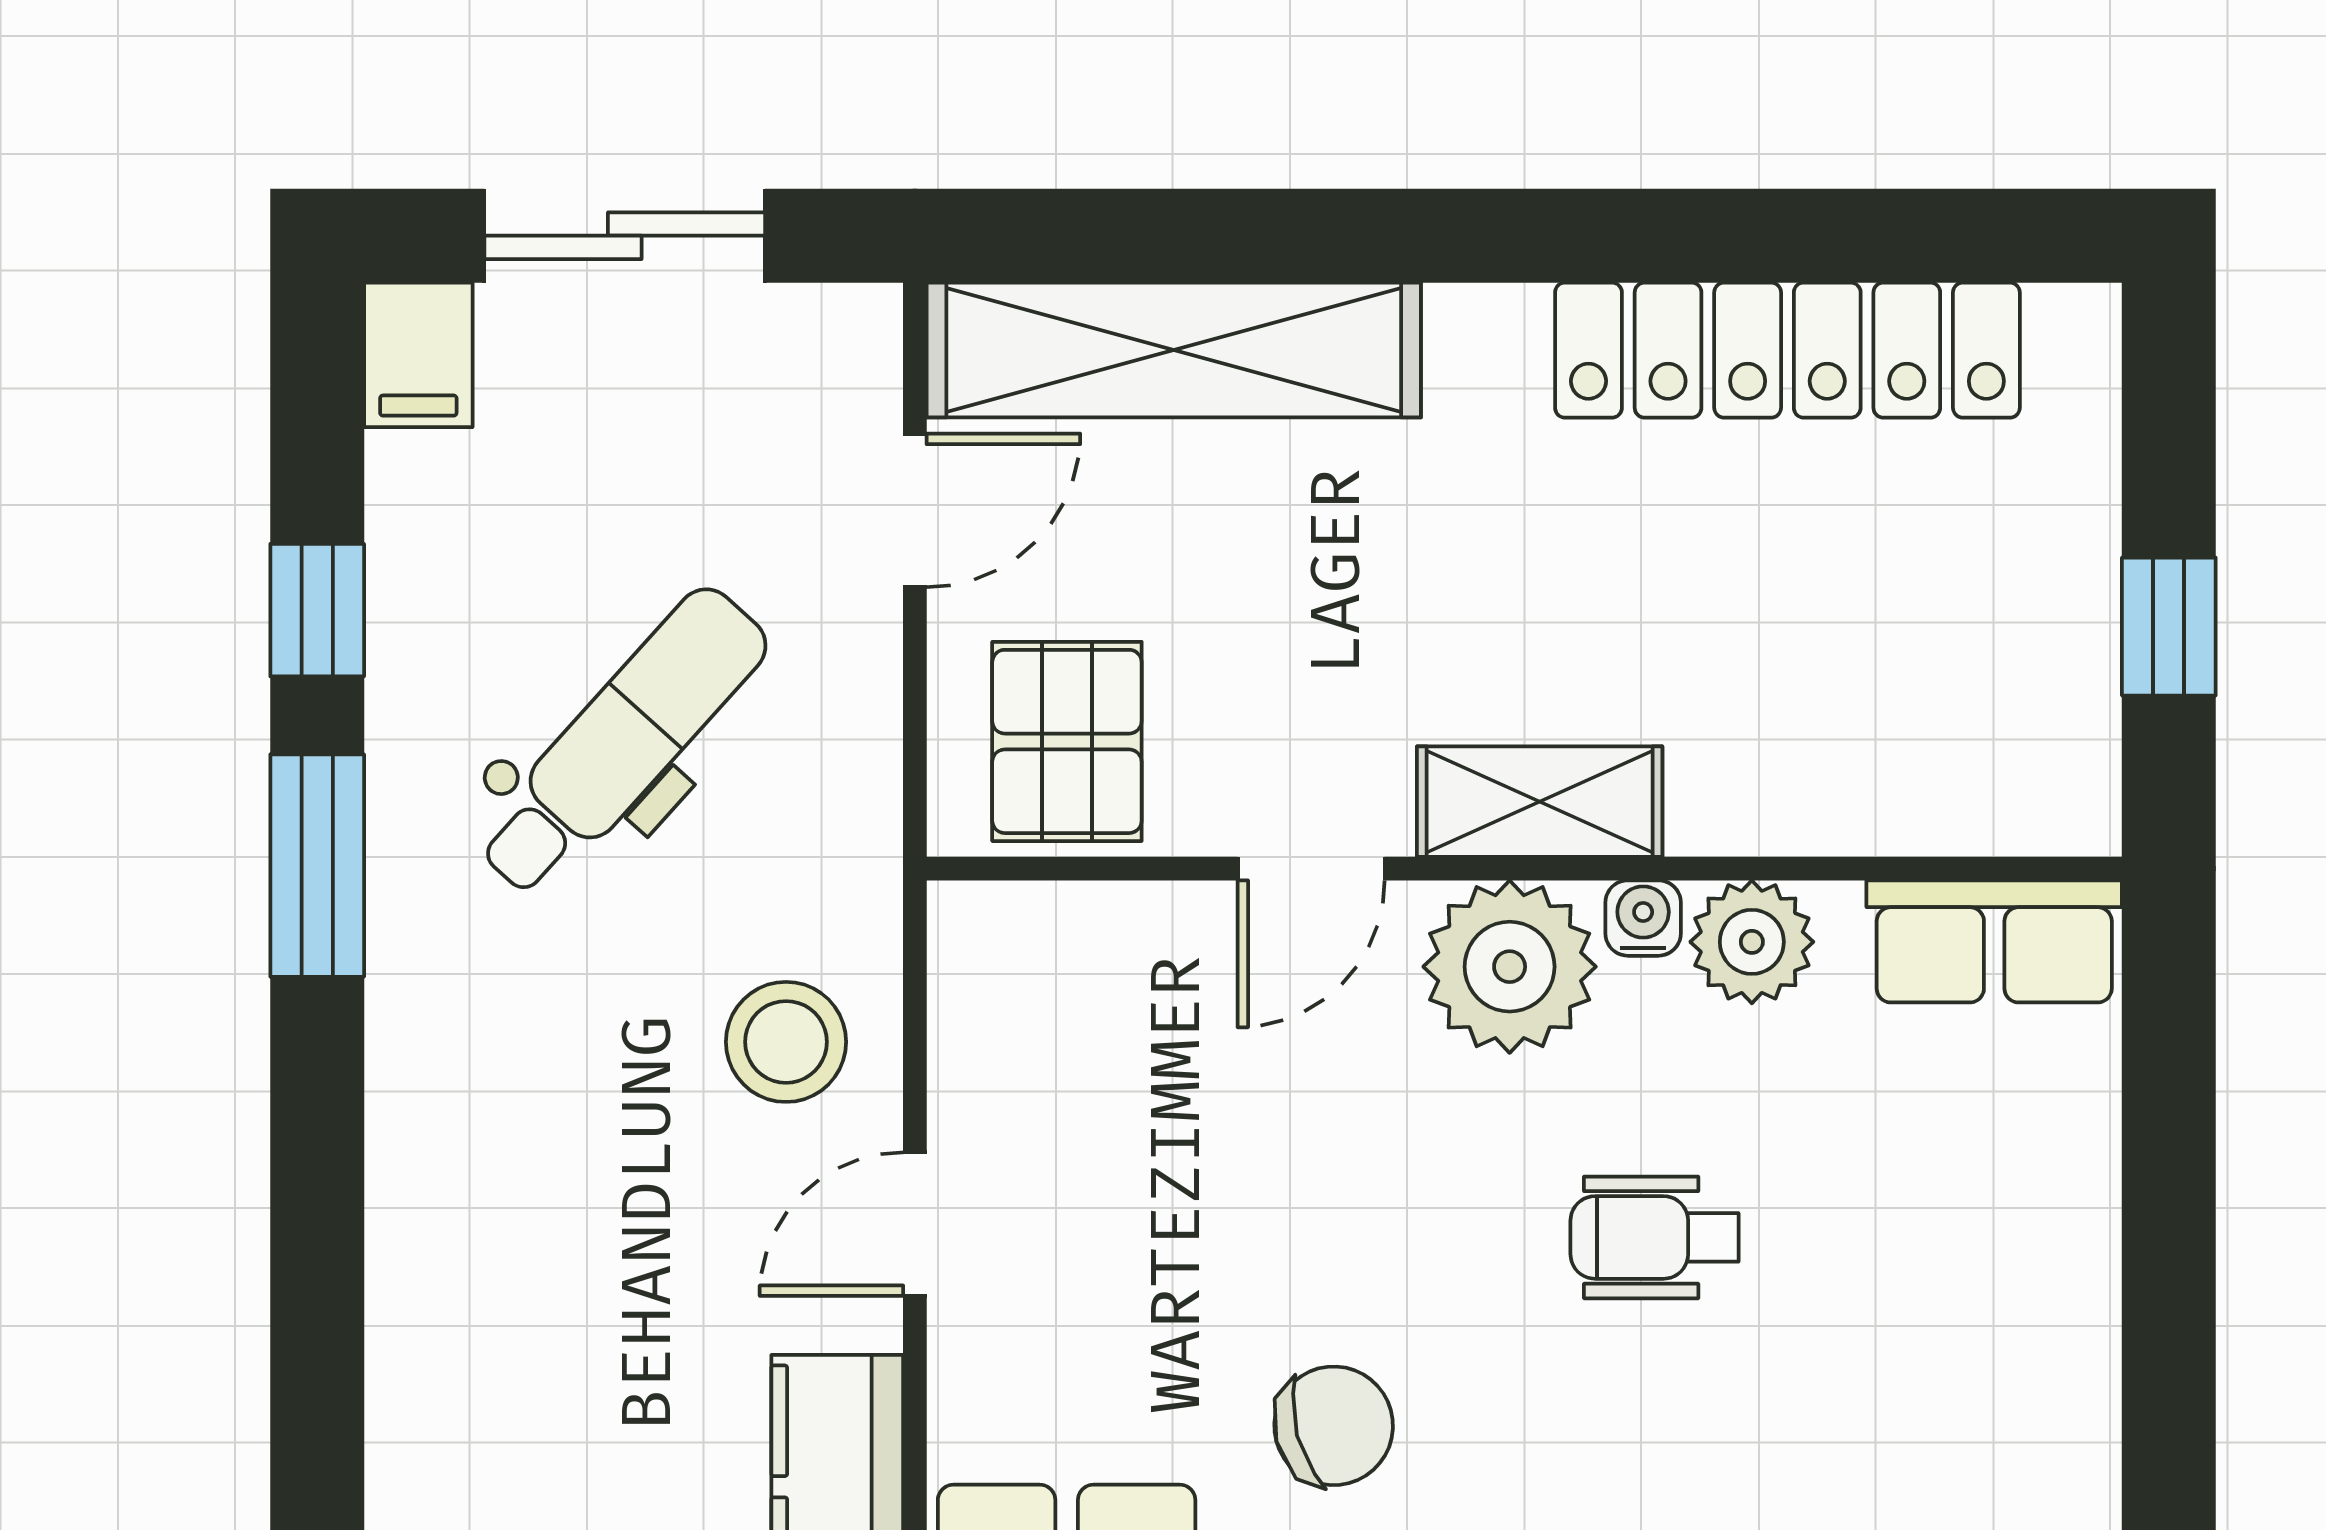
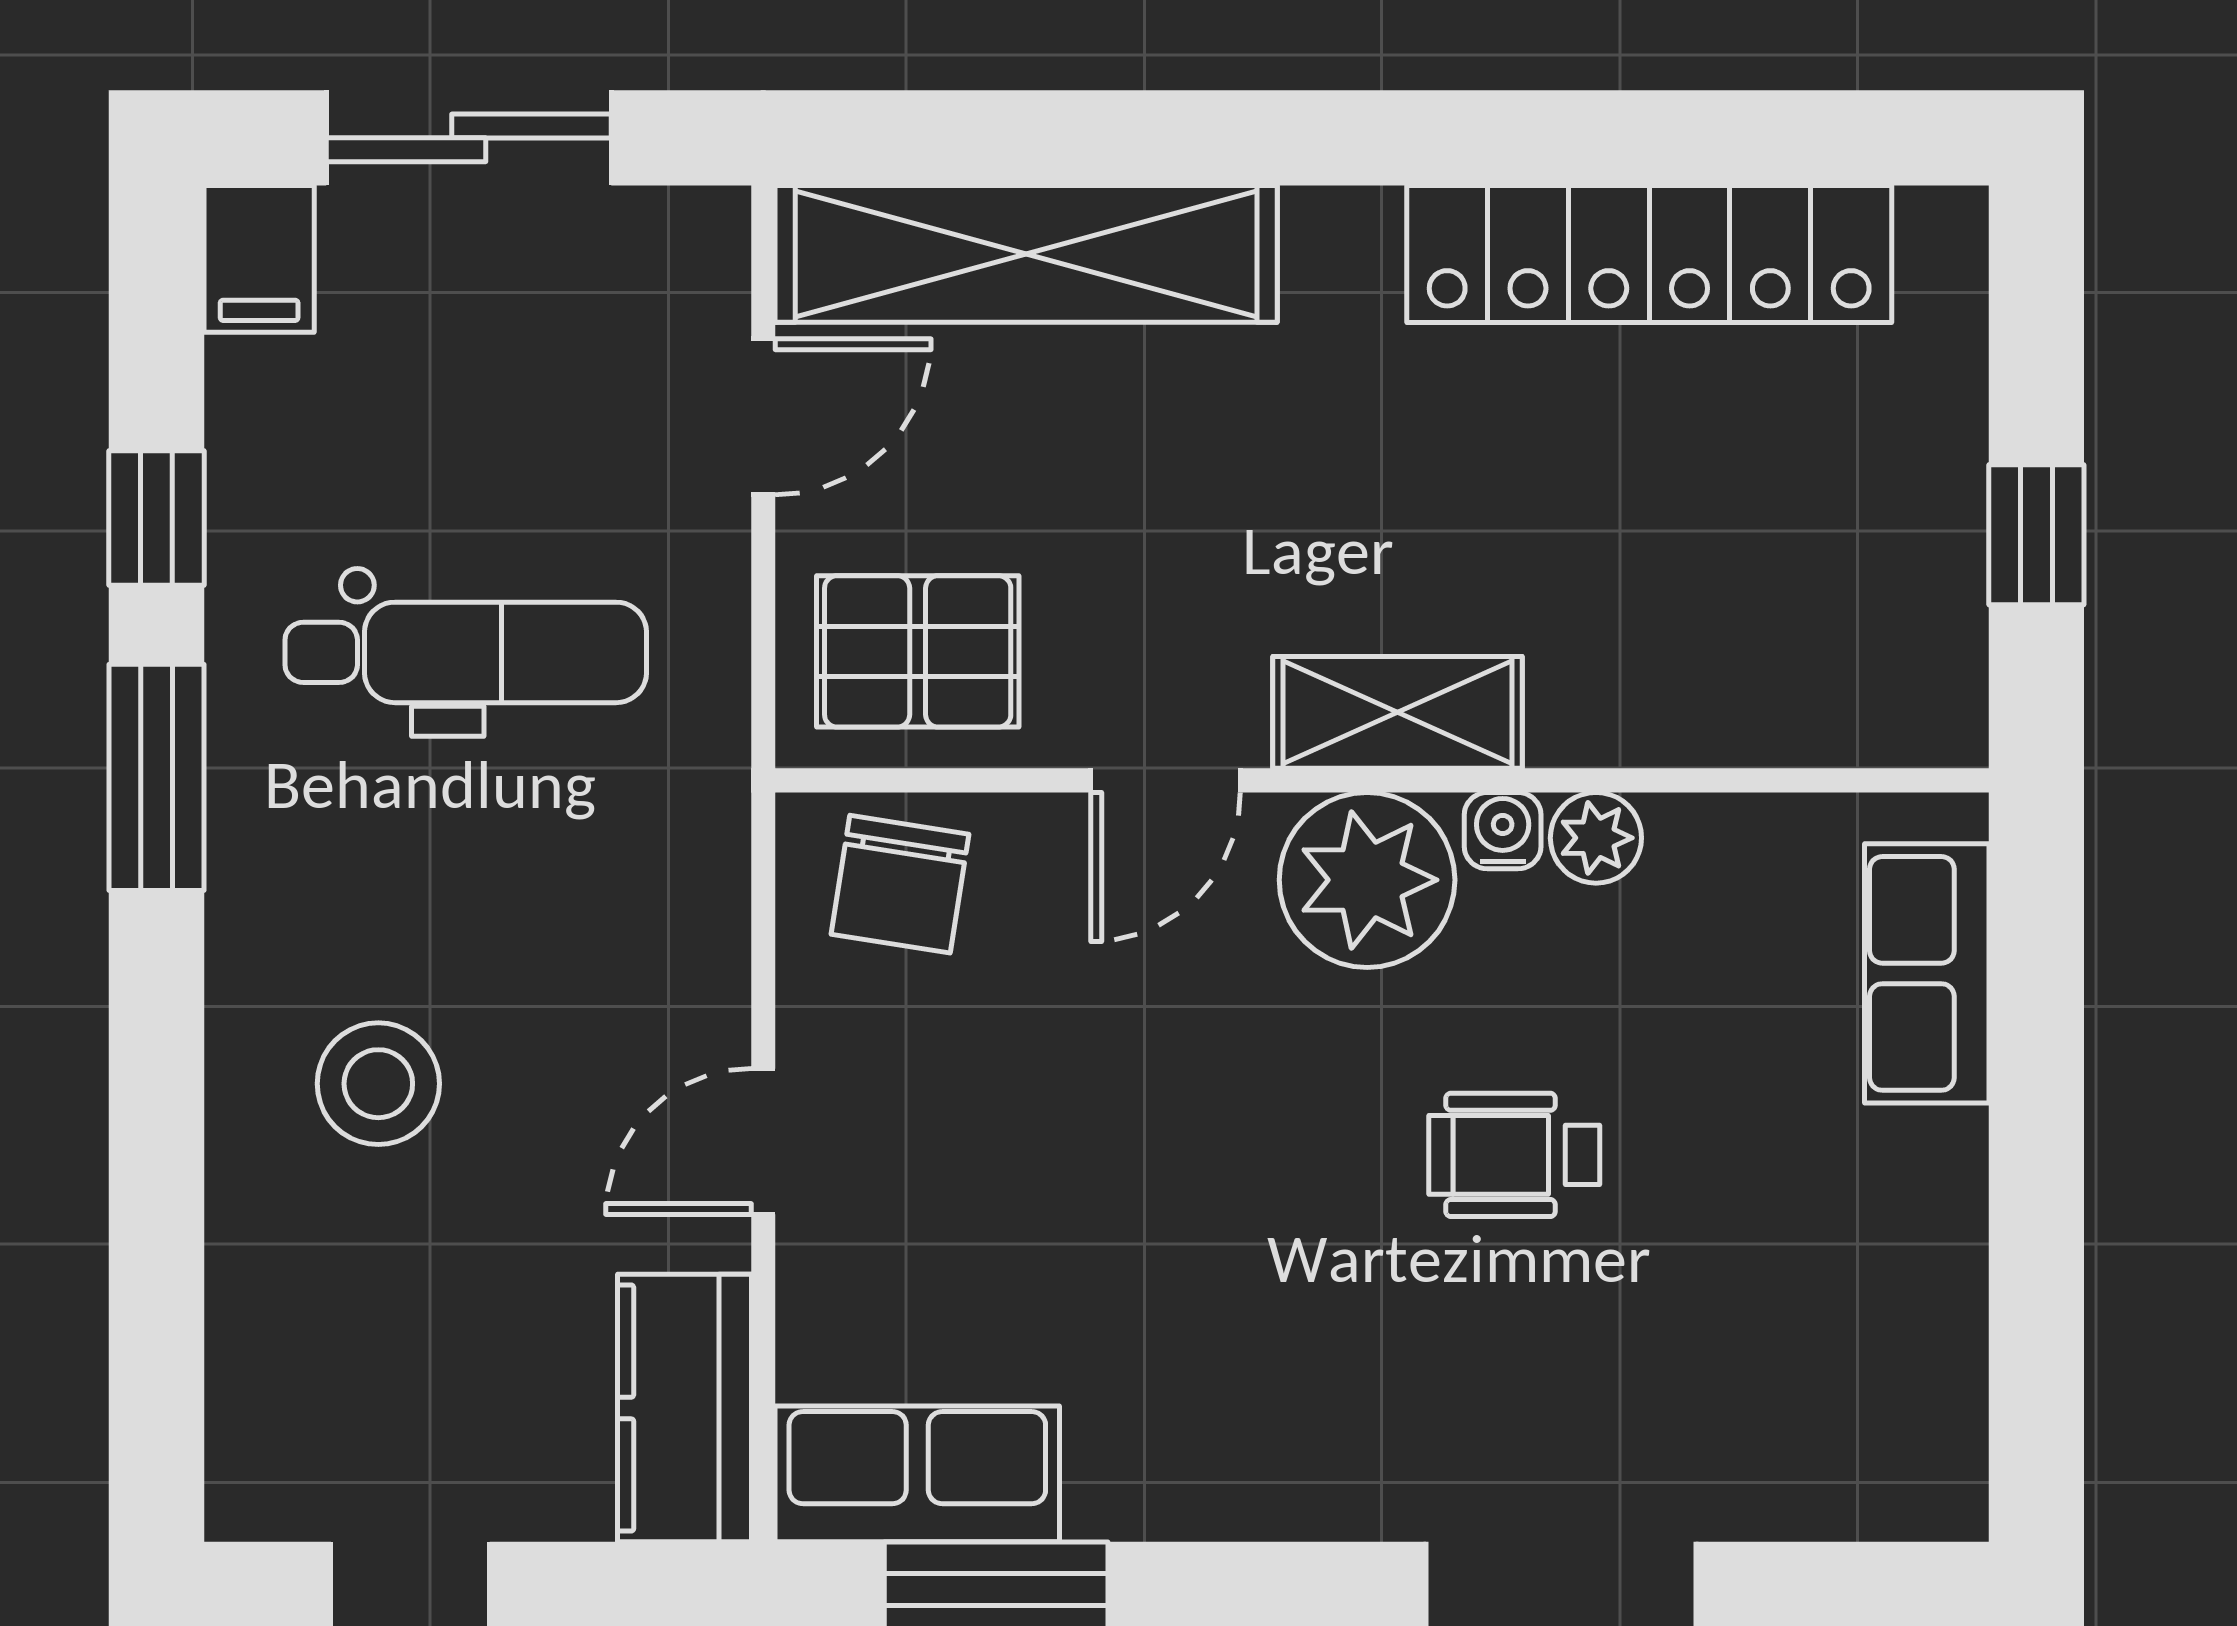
pallet: (1067, 741) -> (918, 651), turned 90
dental chair: (622, 742) -> (466, 652), turned 48
row of seats: (1994, 941) -> (1927, 973), moved, turned 90
plant: (1752, 942) -> (1596, 838), width x0.73, depth x0.73
stool: (786, 1042) -> (378, 1084), moved
chair: (1334, 1426) -> (900, 884), moved, turned 114

